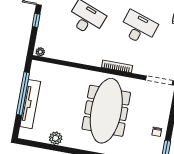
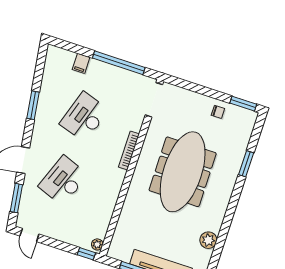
window: (36, 20) -> (86, 254), moved
meeting table: (106, 111) -> (183, 172), turned 90

